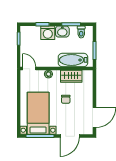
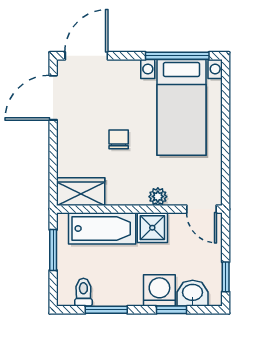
washbasin: (62, 31) -> (193, 293), moved
shower: (51, 60) -> (152, 228), added
wardrobe: (71, 76) -> (81, 192), moved
door: (70, 136) -> (86, 56), moved

